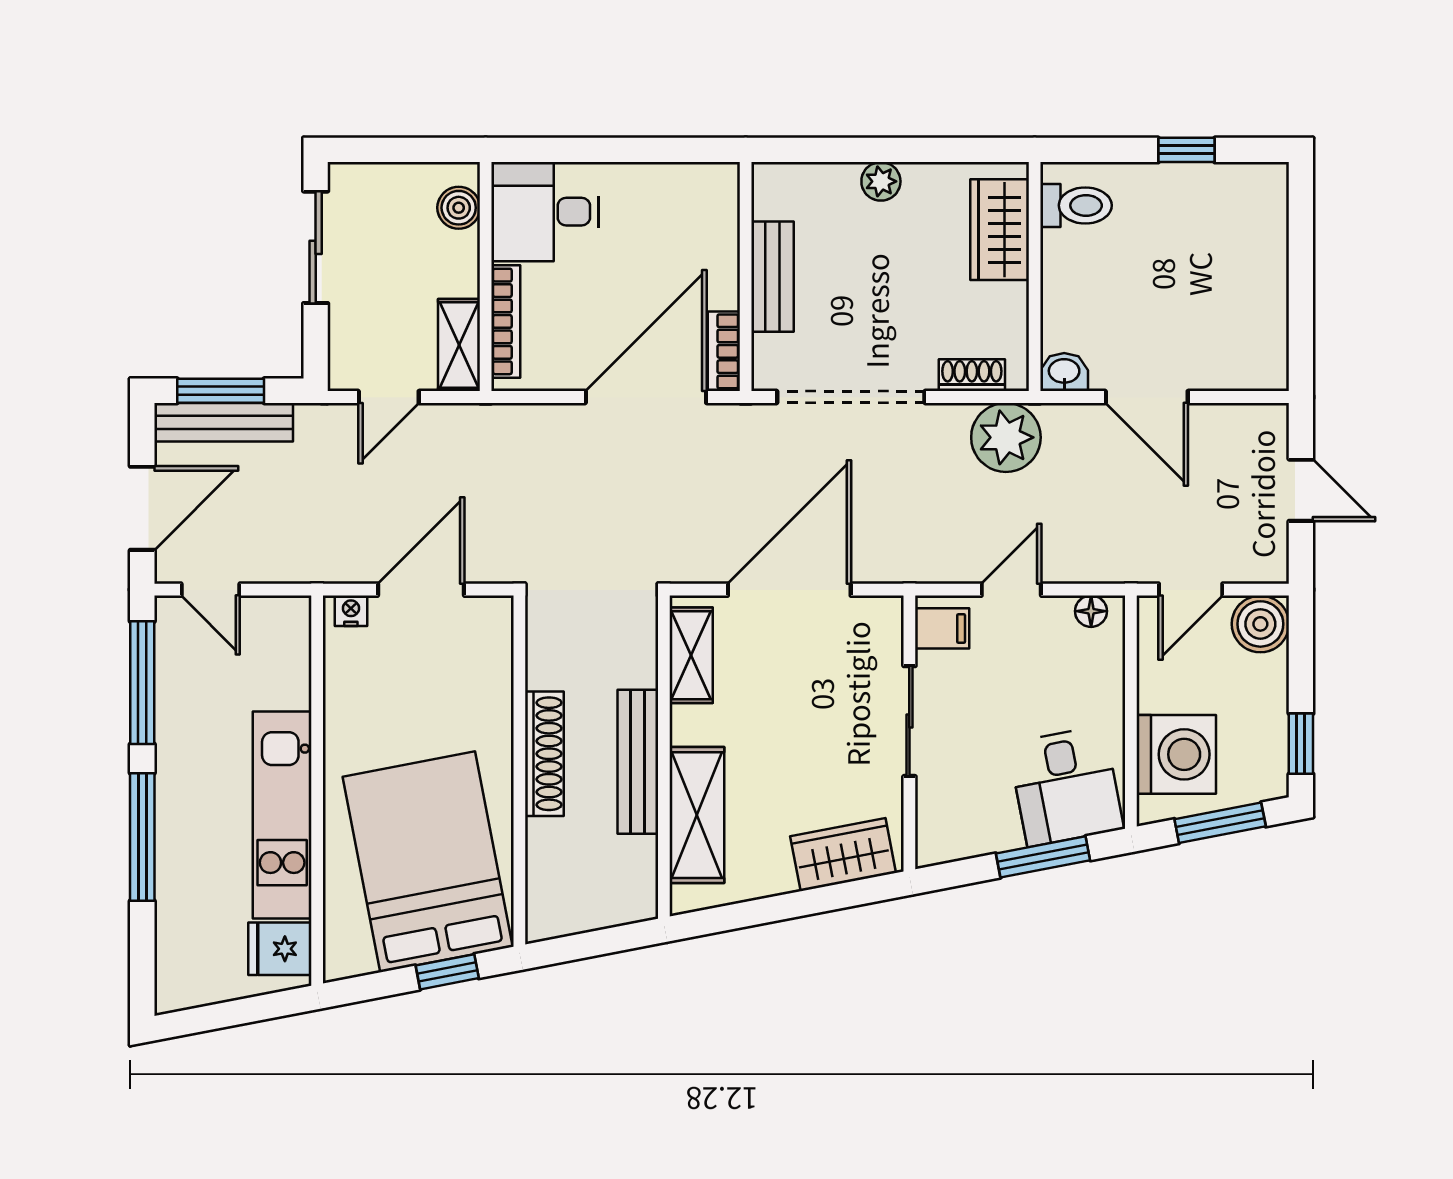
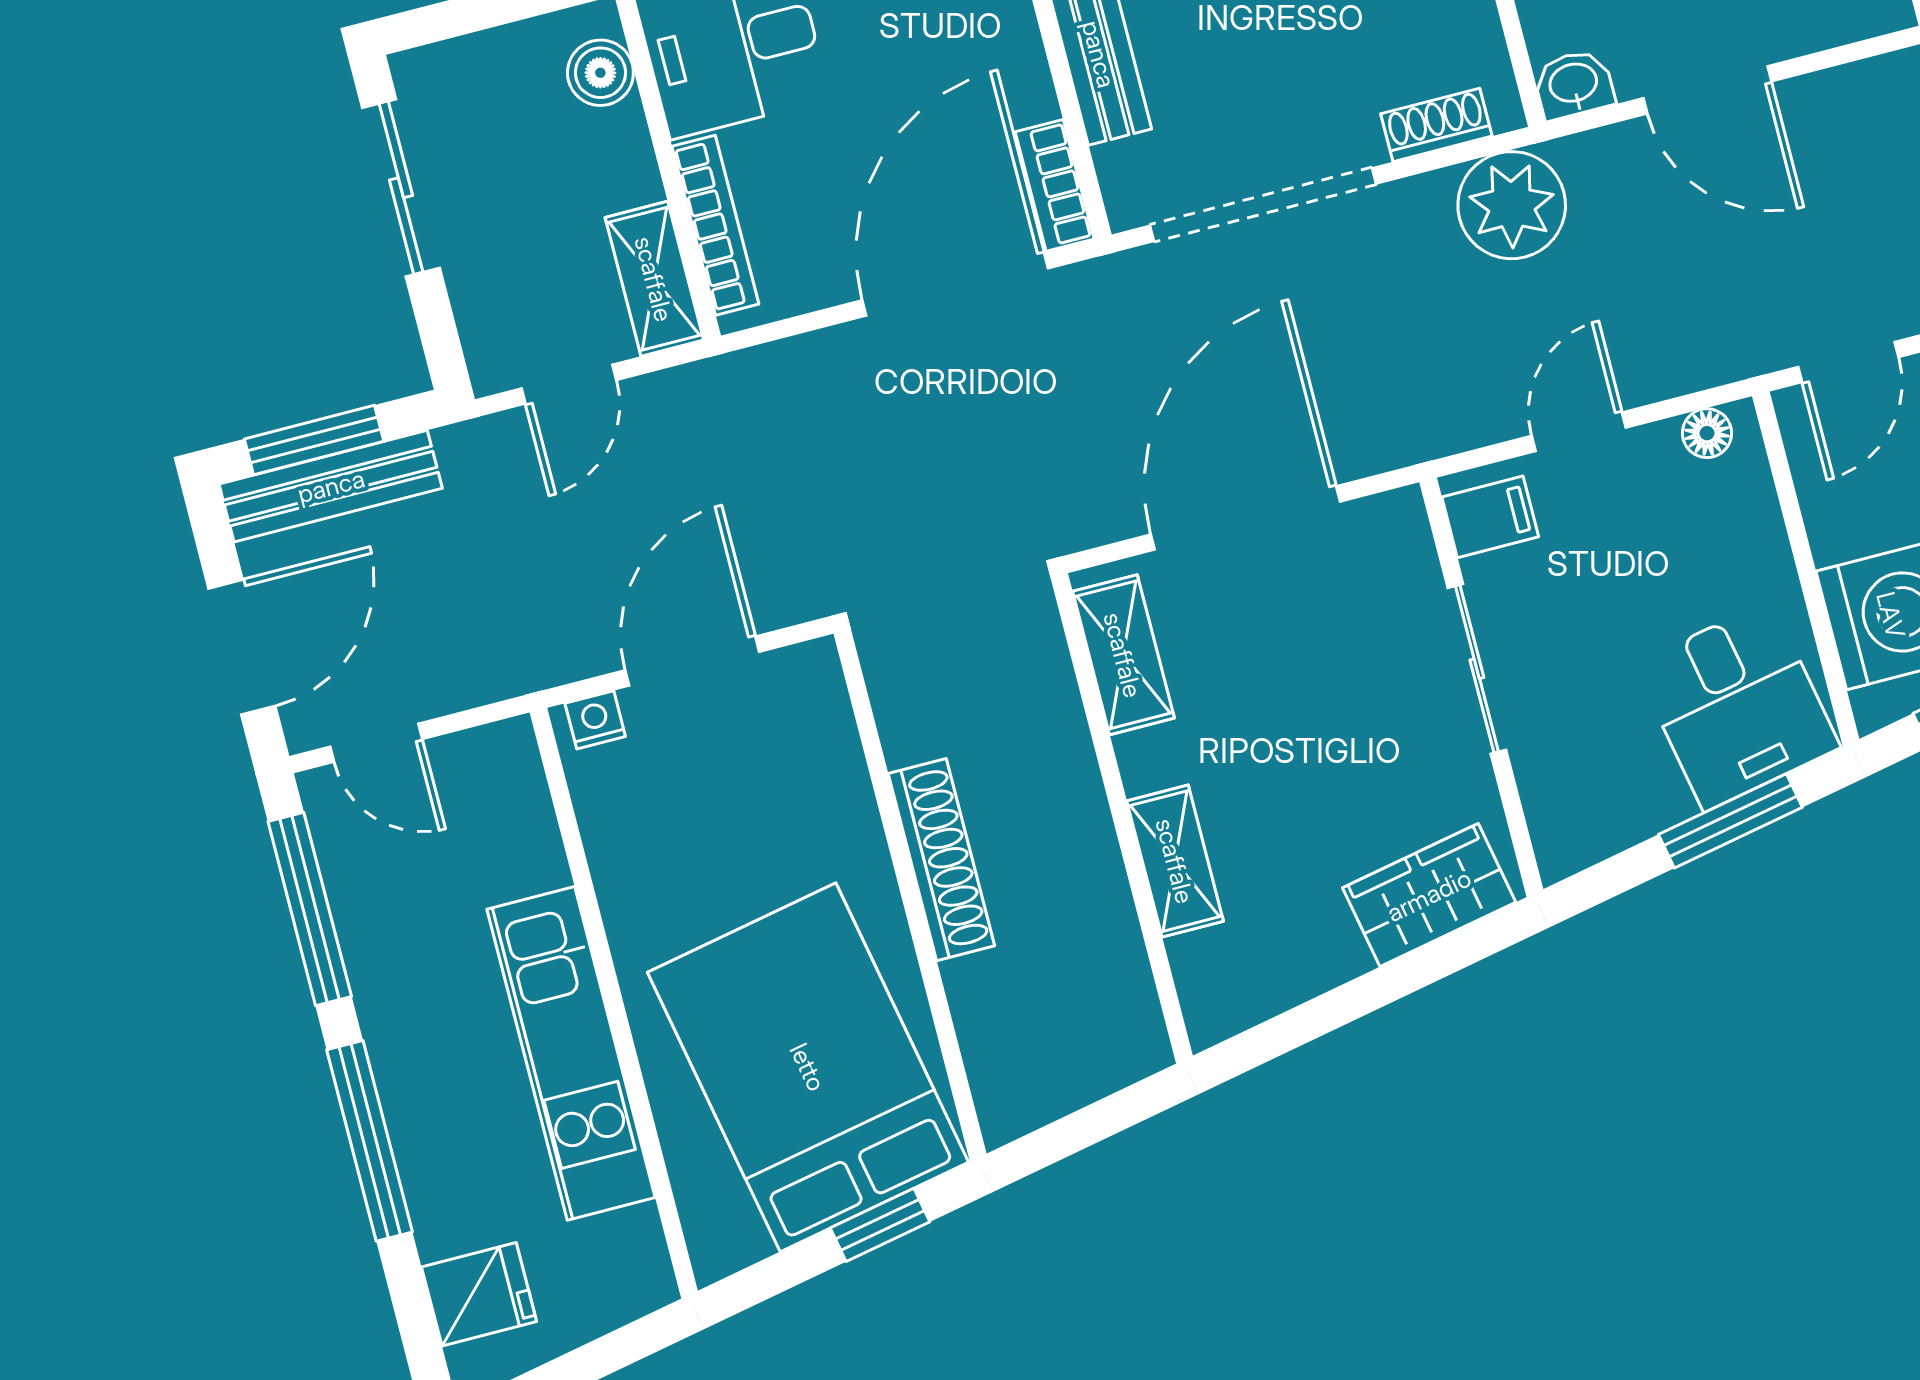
bench: (638, 762) -> (1085, 835), removed
shelving: (697, 815) -> (1175, 861), width x0.67, depth x0.75
fridge: (280, 949) -> (479, 1294), moved, turned 180

